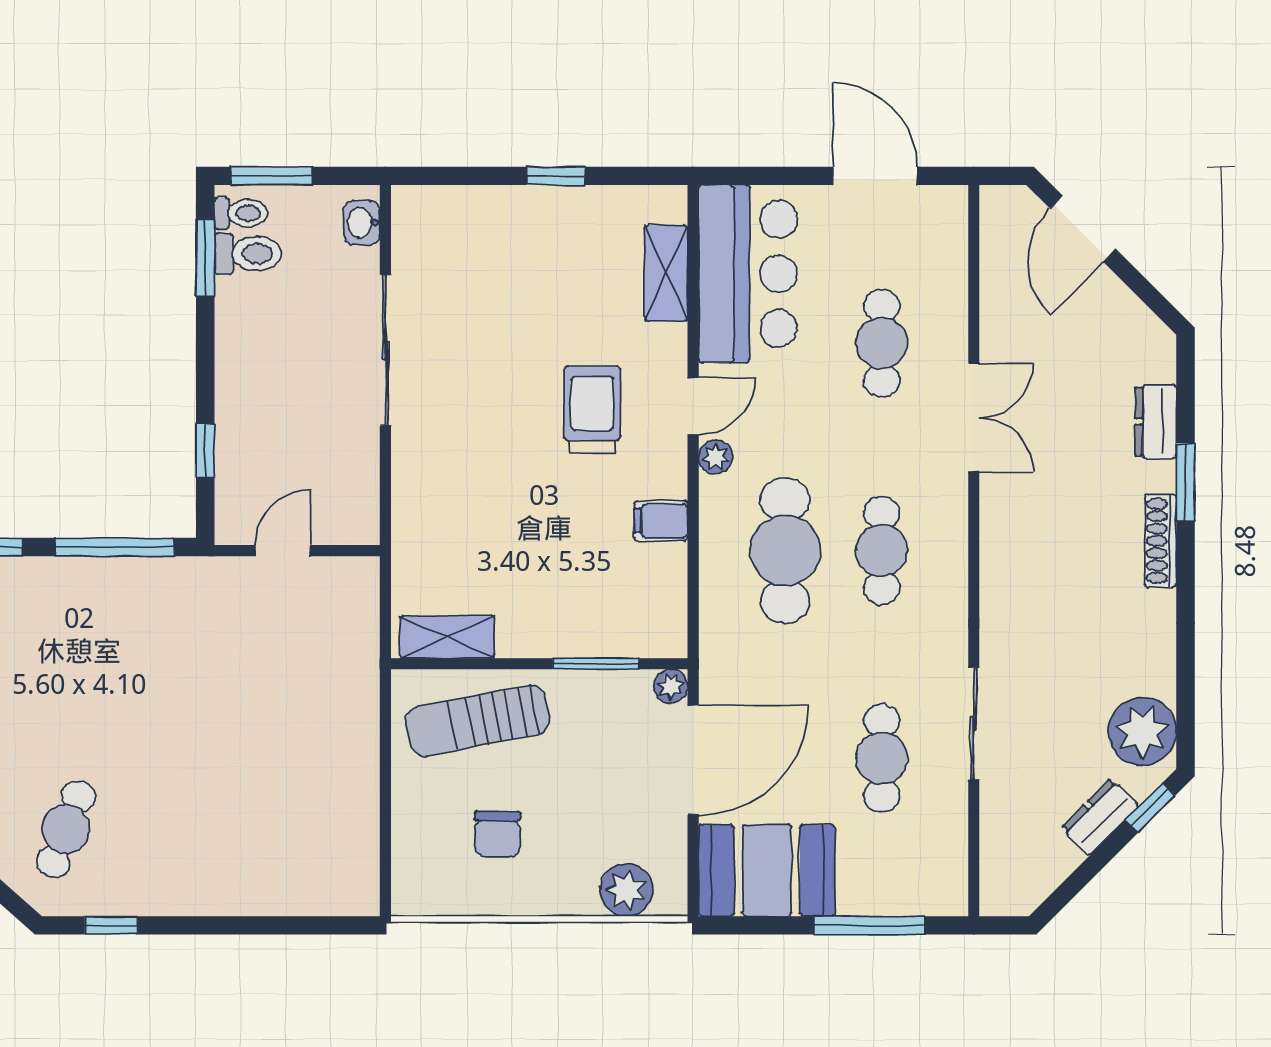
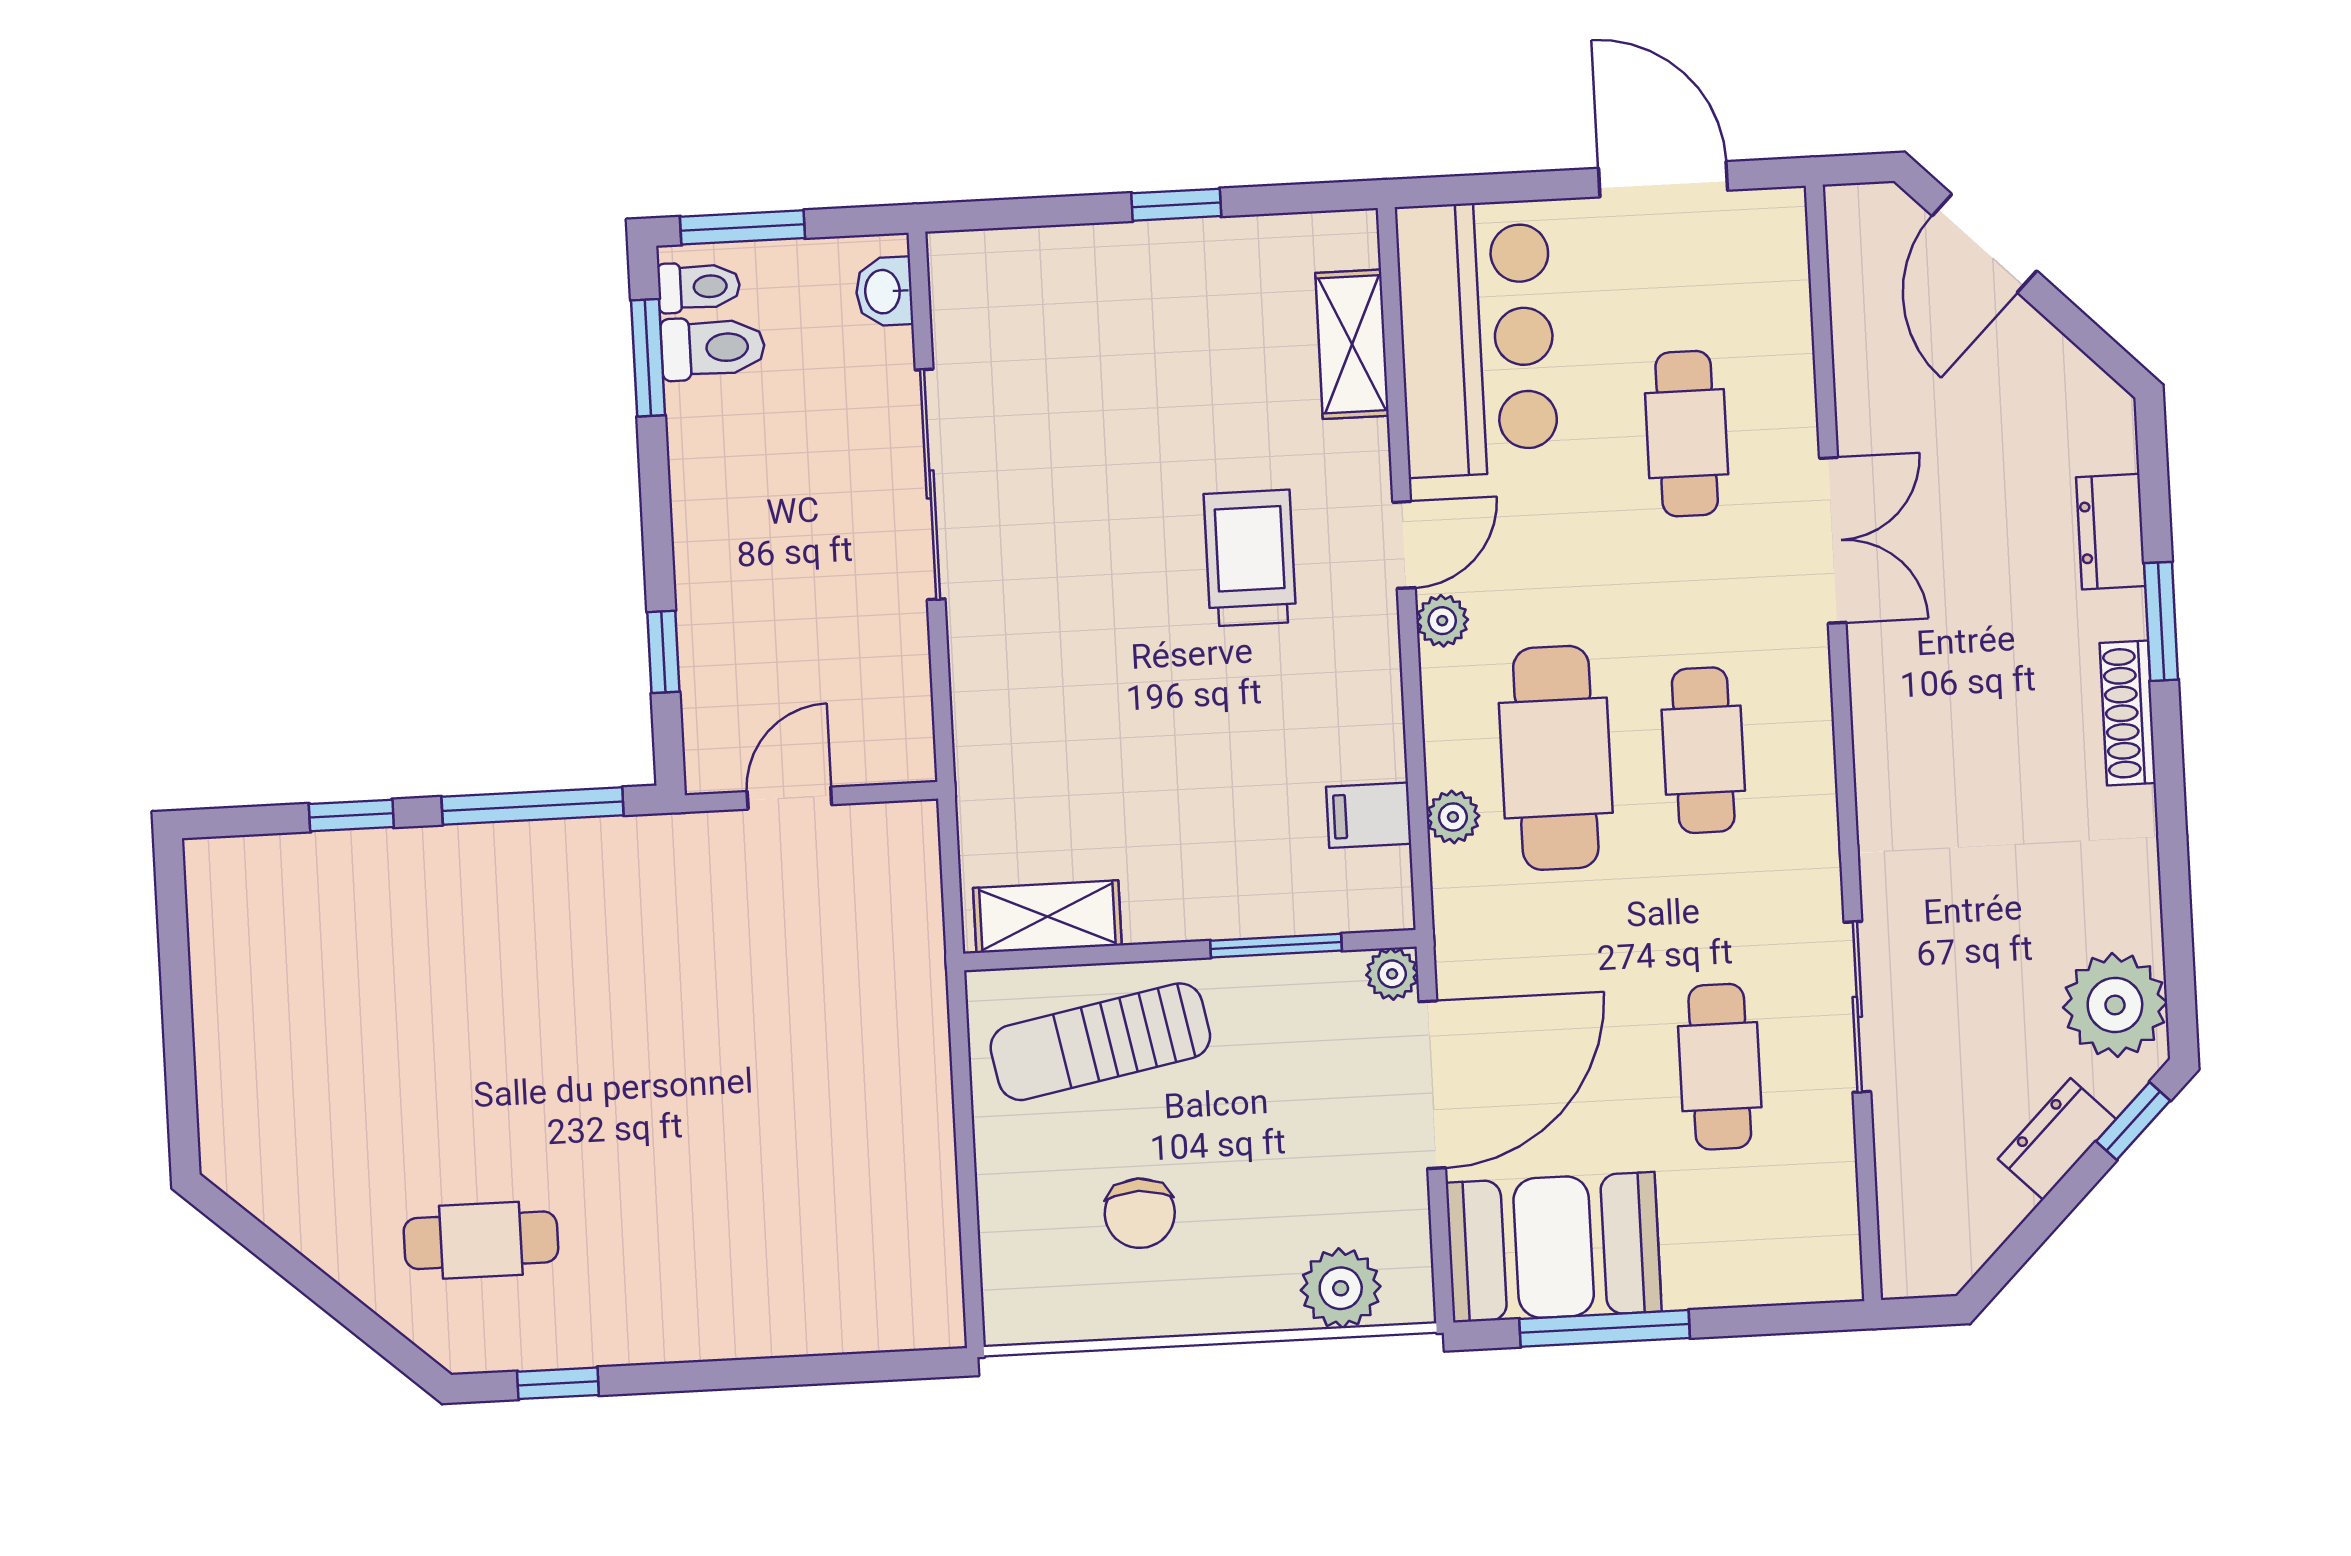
filing cabinet: (661, 521) -> (1369, 815), moved
plant: (716, 586) -> (1453, 817), added
cafe table: (66, 829) -> (481, 1240), turned 69
window: (869, 925) -> (1605, 1328), moved

